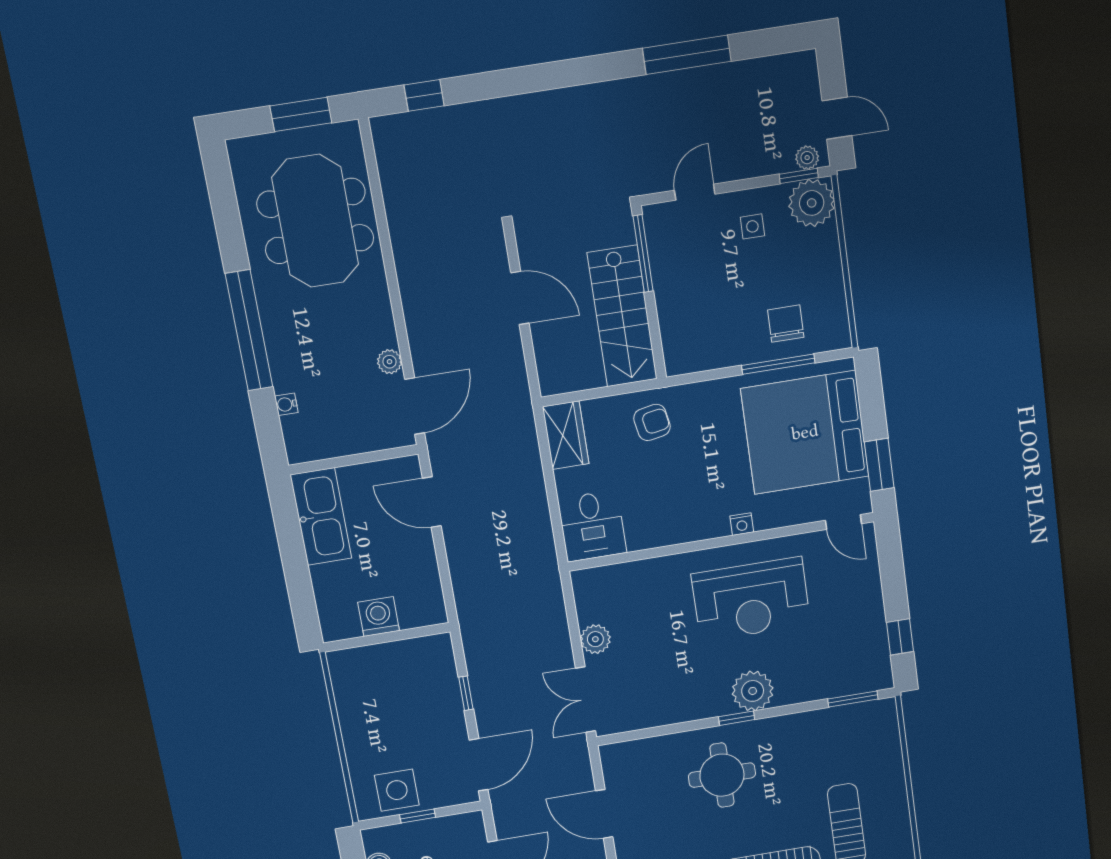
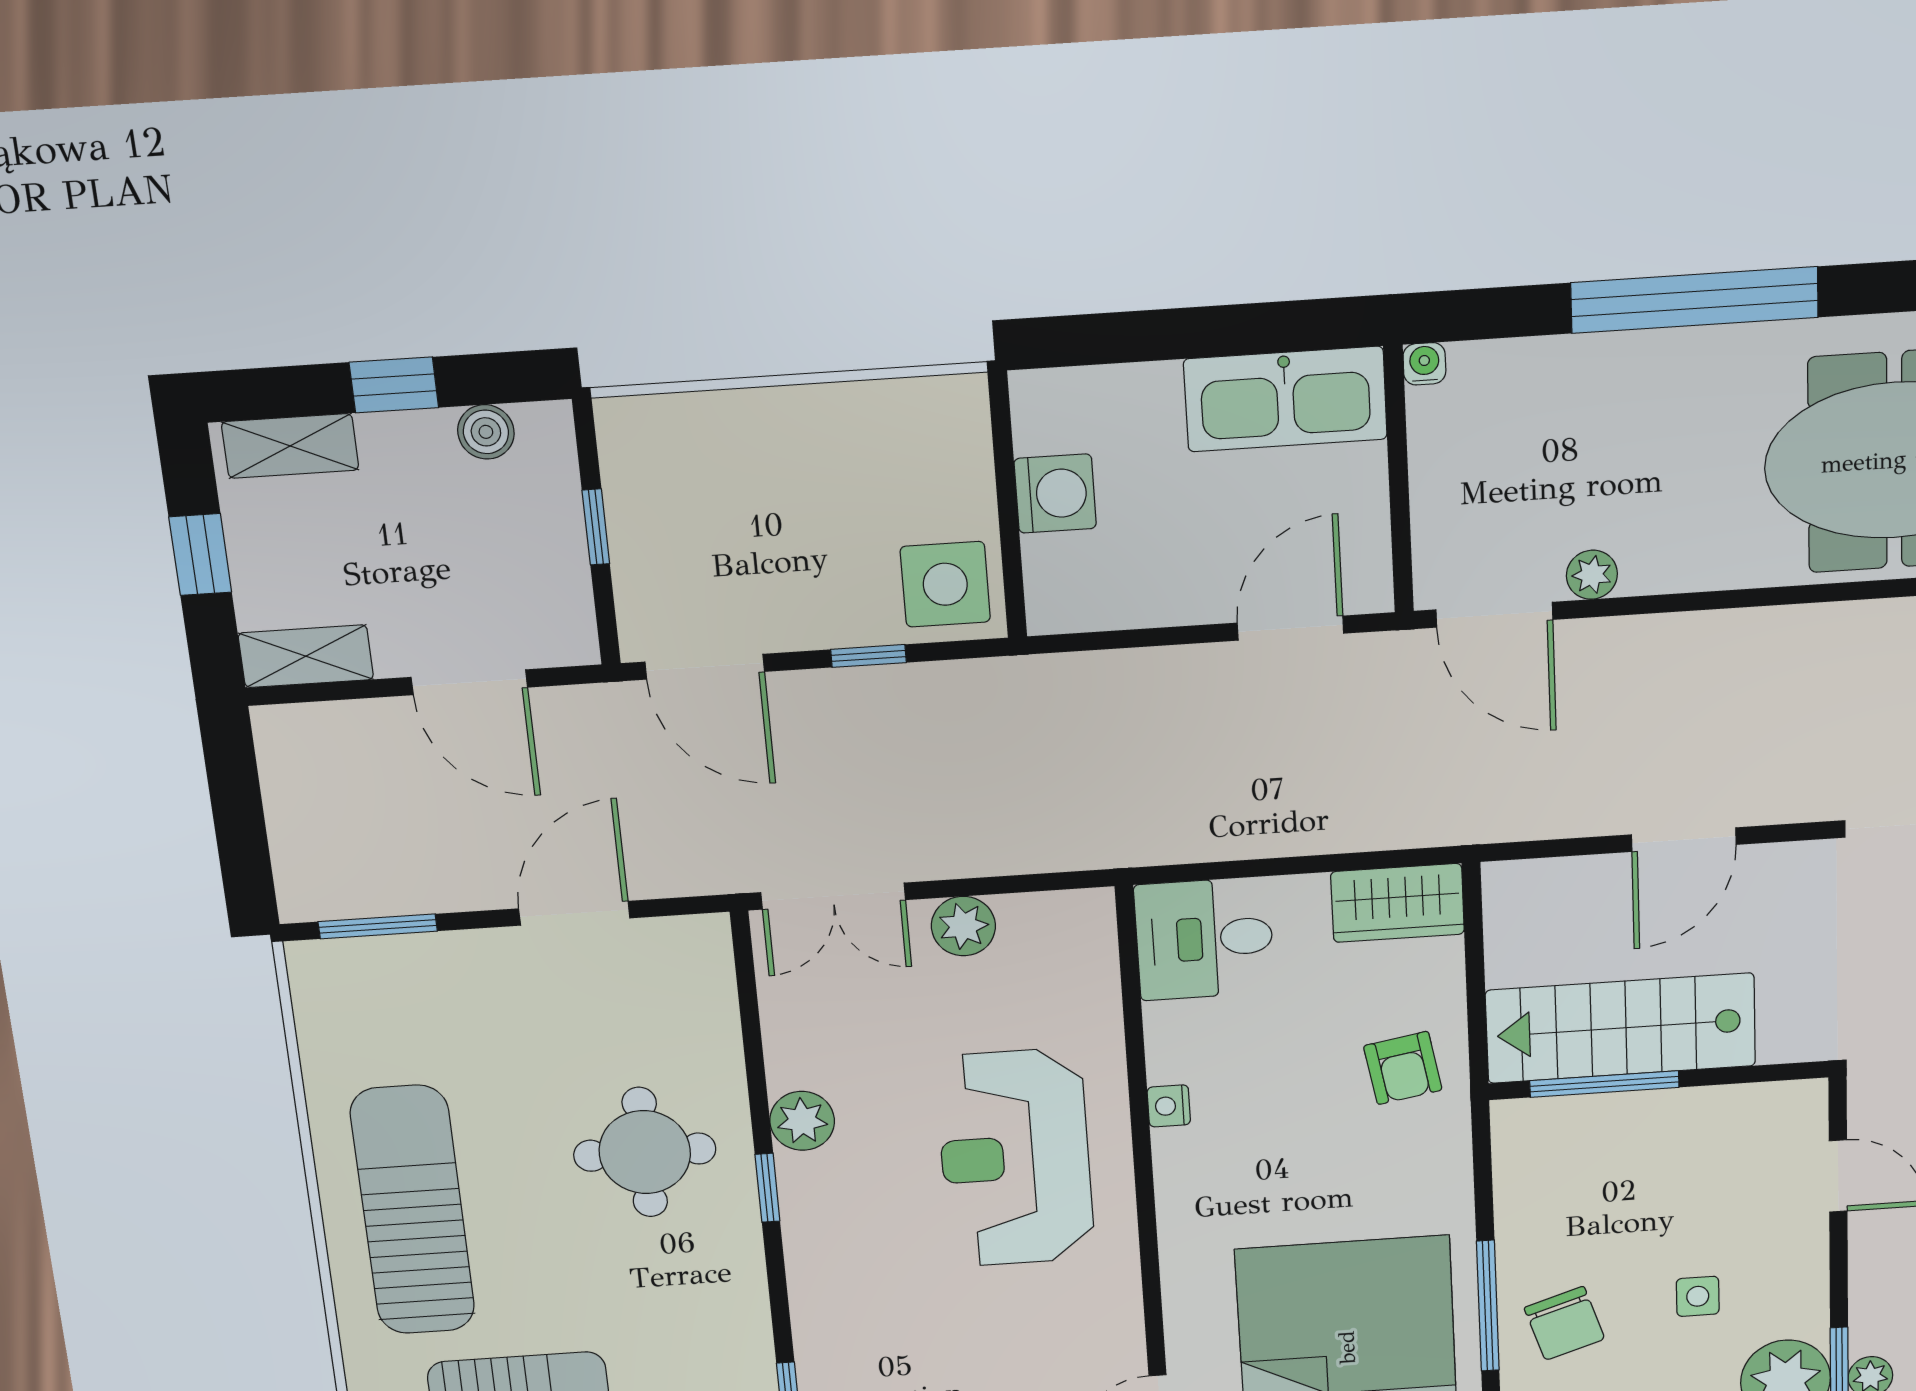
side table: (752, 226) -> (1698, 1296), moved
window: (643, 254) -> (1604, 1084), moved
chair: (786, 324) -> (1564, 1323), turned 72
water cooler: (286, 404) -> (1424, 364), moved
nightstand: (742, 524) -> (1169, 1106), moved
reception desk: (751, 599) -> (1015, 1158), moved
plant: (753, 691) -> (802, 1121), moved, width x0.73, depth x0.73
double door: (585, 700) -> (833, 896), swing flipped
side table: (397, 790) -> (945, 584), moved

